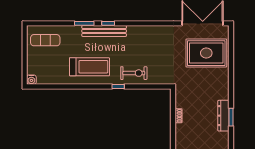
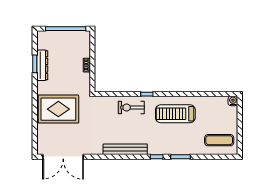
bench: (104, 31) -> (125, 149), moved
rug: (206, 53) -> (58, 109), moved

